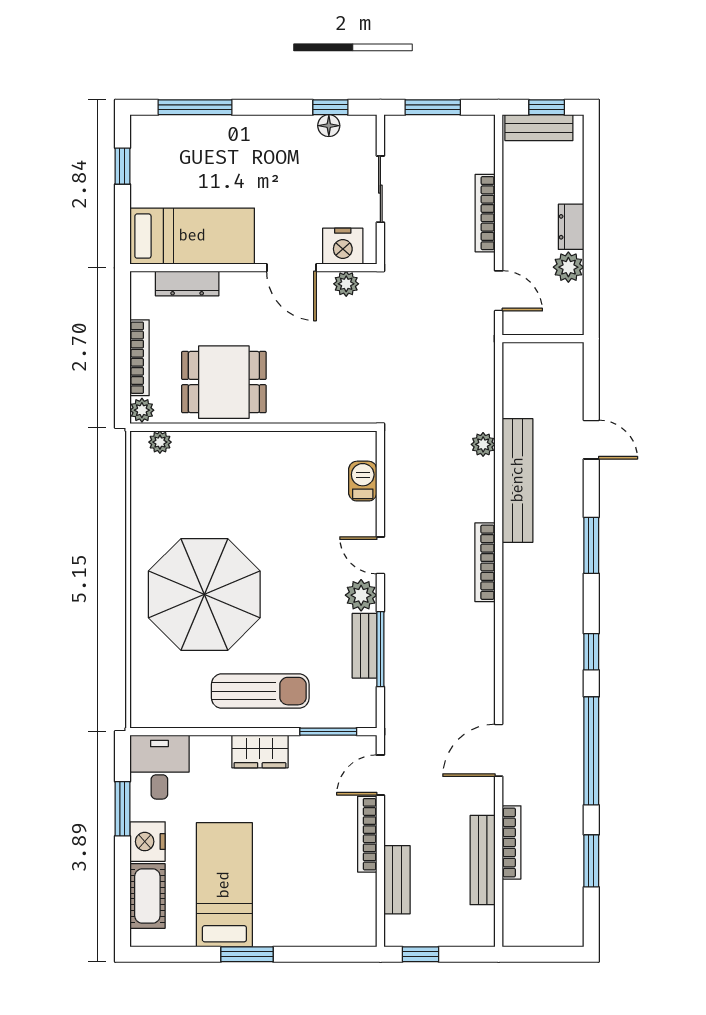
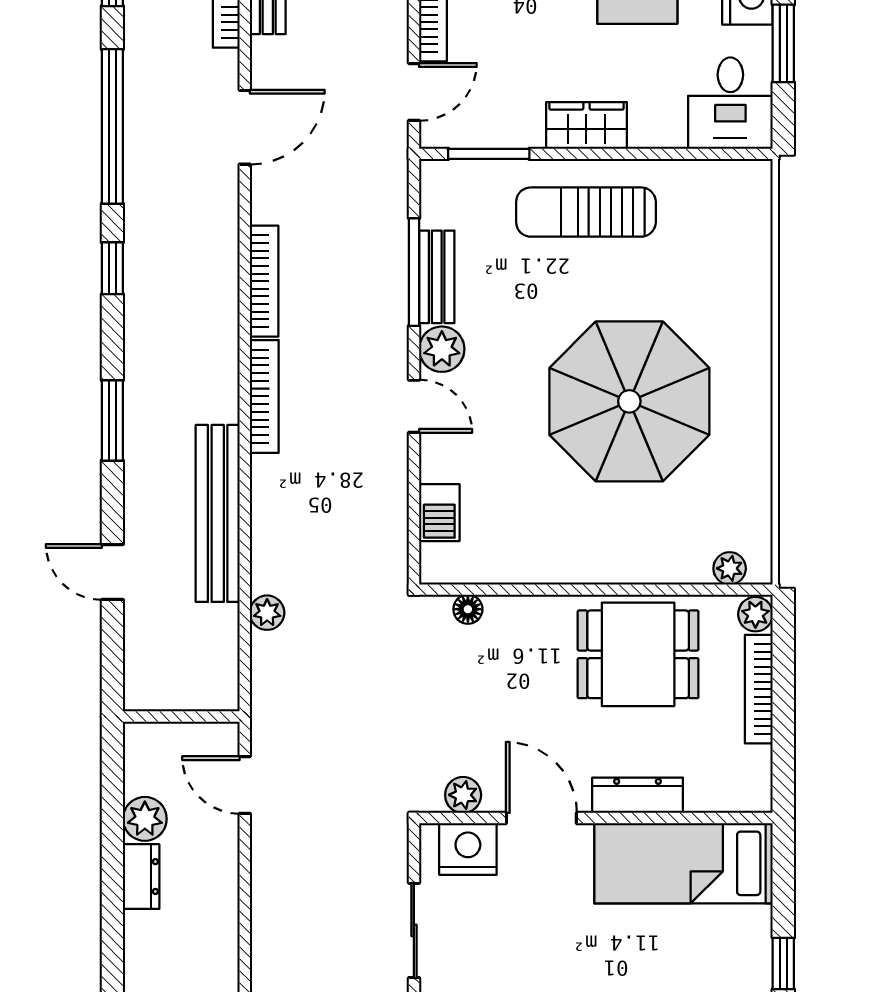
bookcase: (485, 213) -> (264, 281), moved
dresser: (187, 284) -> (638, 795), moved
floor lamp: (343, 414) -> (468, 609), added
plant: (483, 444) -> (267, 613), moved
parasol: (204, 594) -> (629, 401), moved

